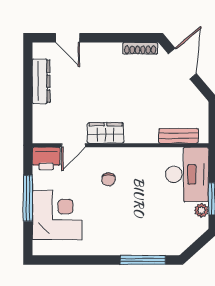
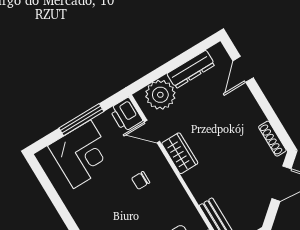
plant: (47, 120) -> (160, 95), added

